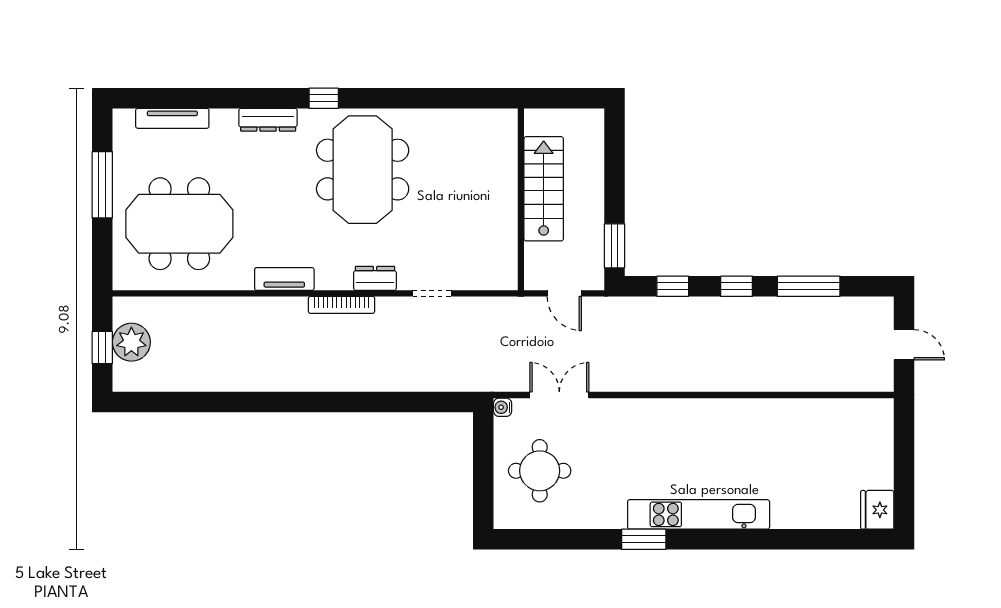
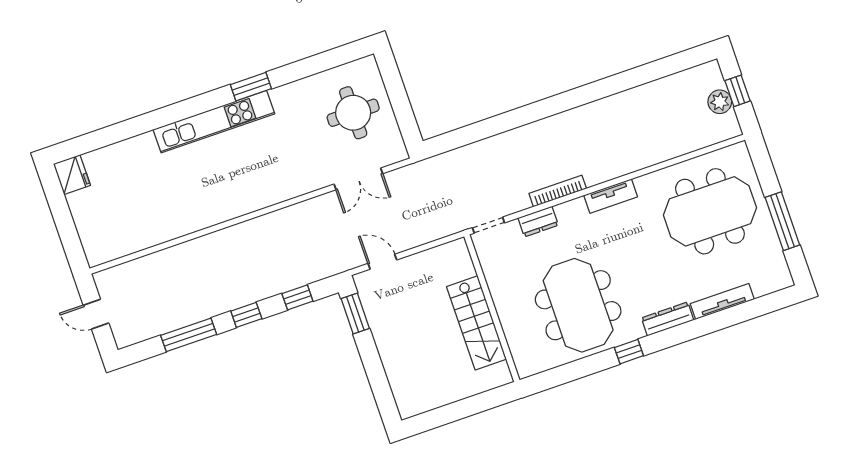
tv unit: (172, 118) -> (722, 302), moved
stairs: (544, 189) -> (477, 323), moved
wall: (521, 199) -> (492, 308), moved
plant: (131, 342) -> (720, 102), width x0.73, depth x0.73
water cooler: (503, 407) -> (400, 153), removed

